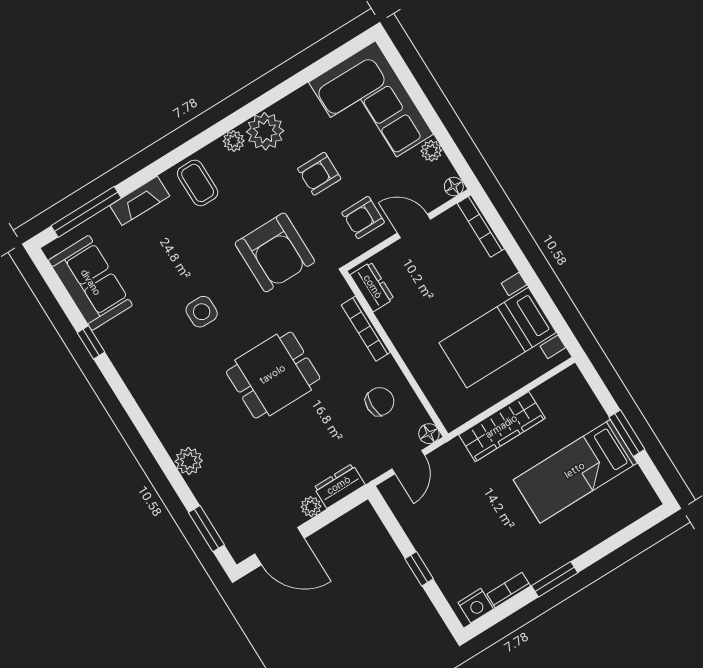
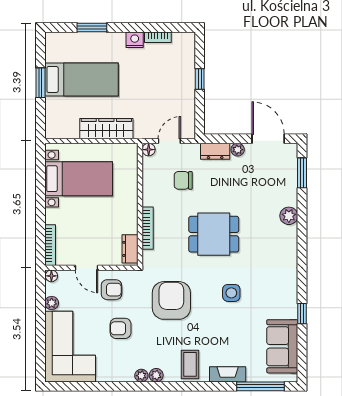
plant: (265, 131) -> (141, 376), width x0.53, depth x0.53
armchair: (319, 174) -> (121, 328), turned 180
chair: (380, 402) -> (183, 180), moved
window: (555, 579) -> (92, 28), moved
nightstand: (476, 606) -> (135, 40), moved

